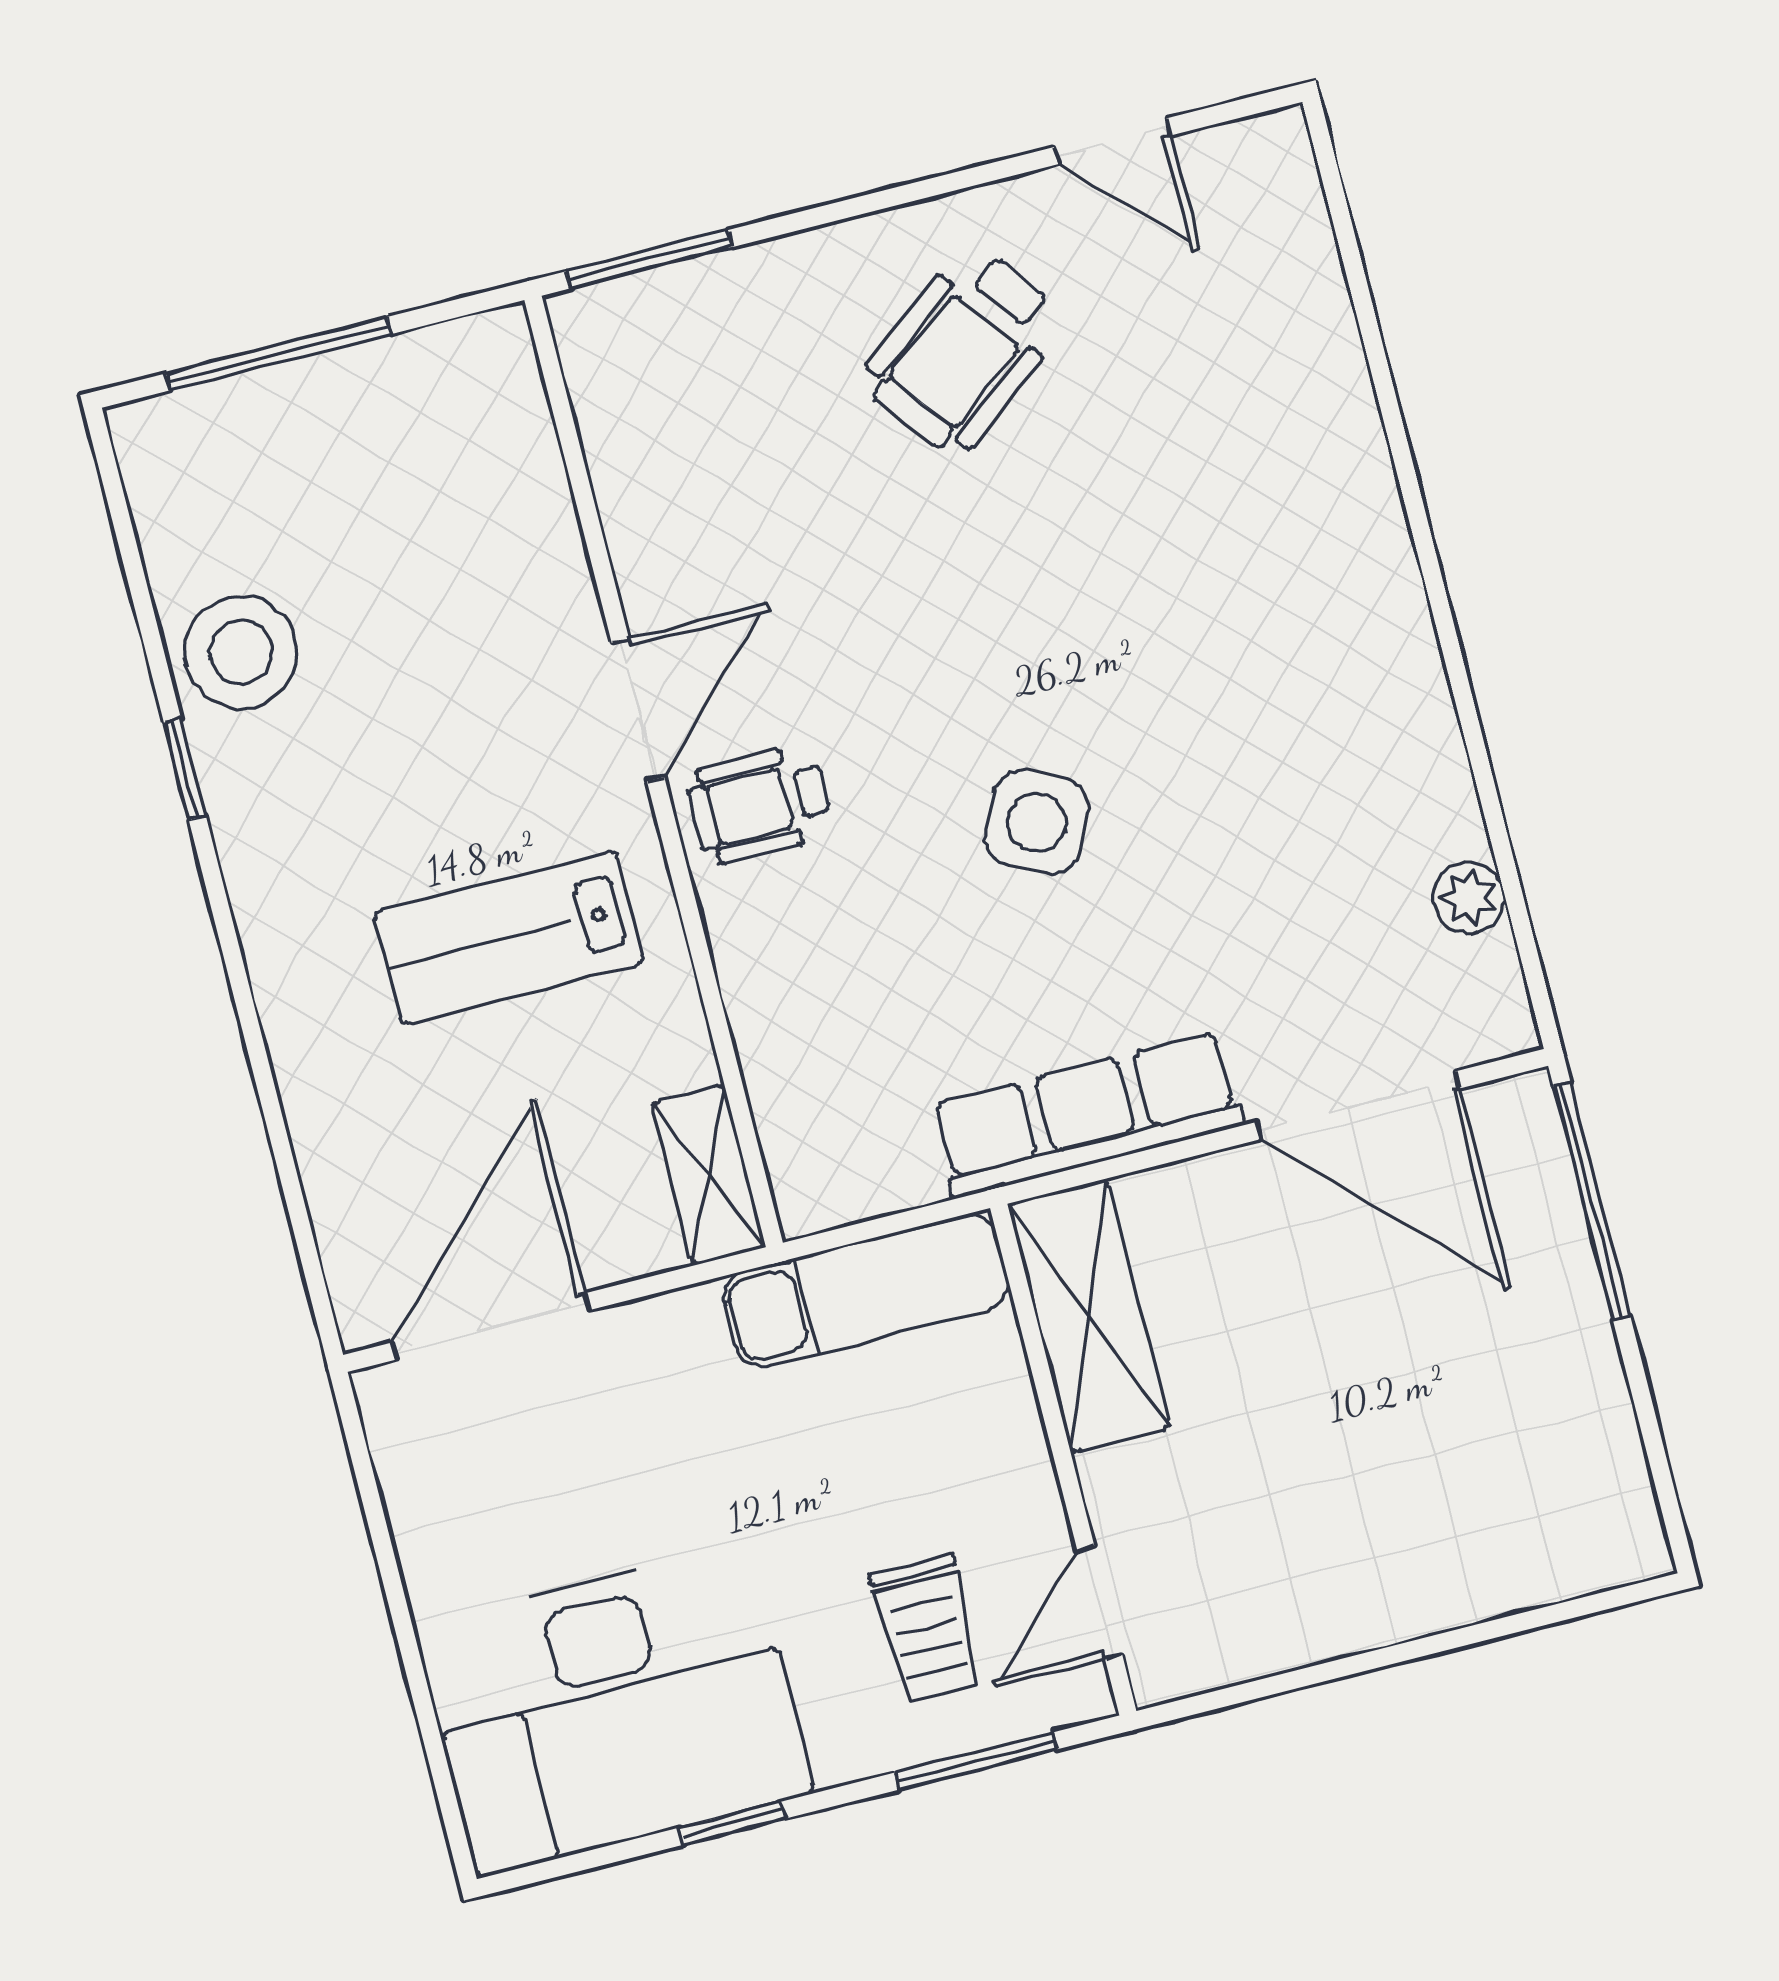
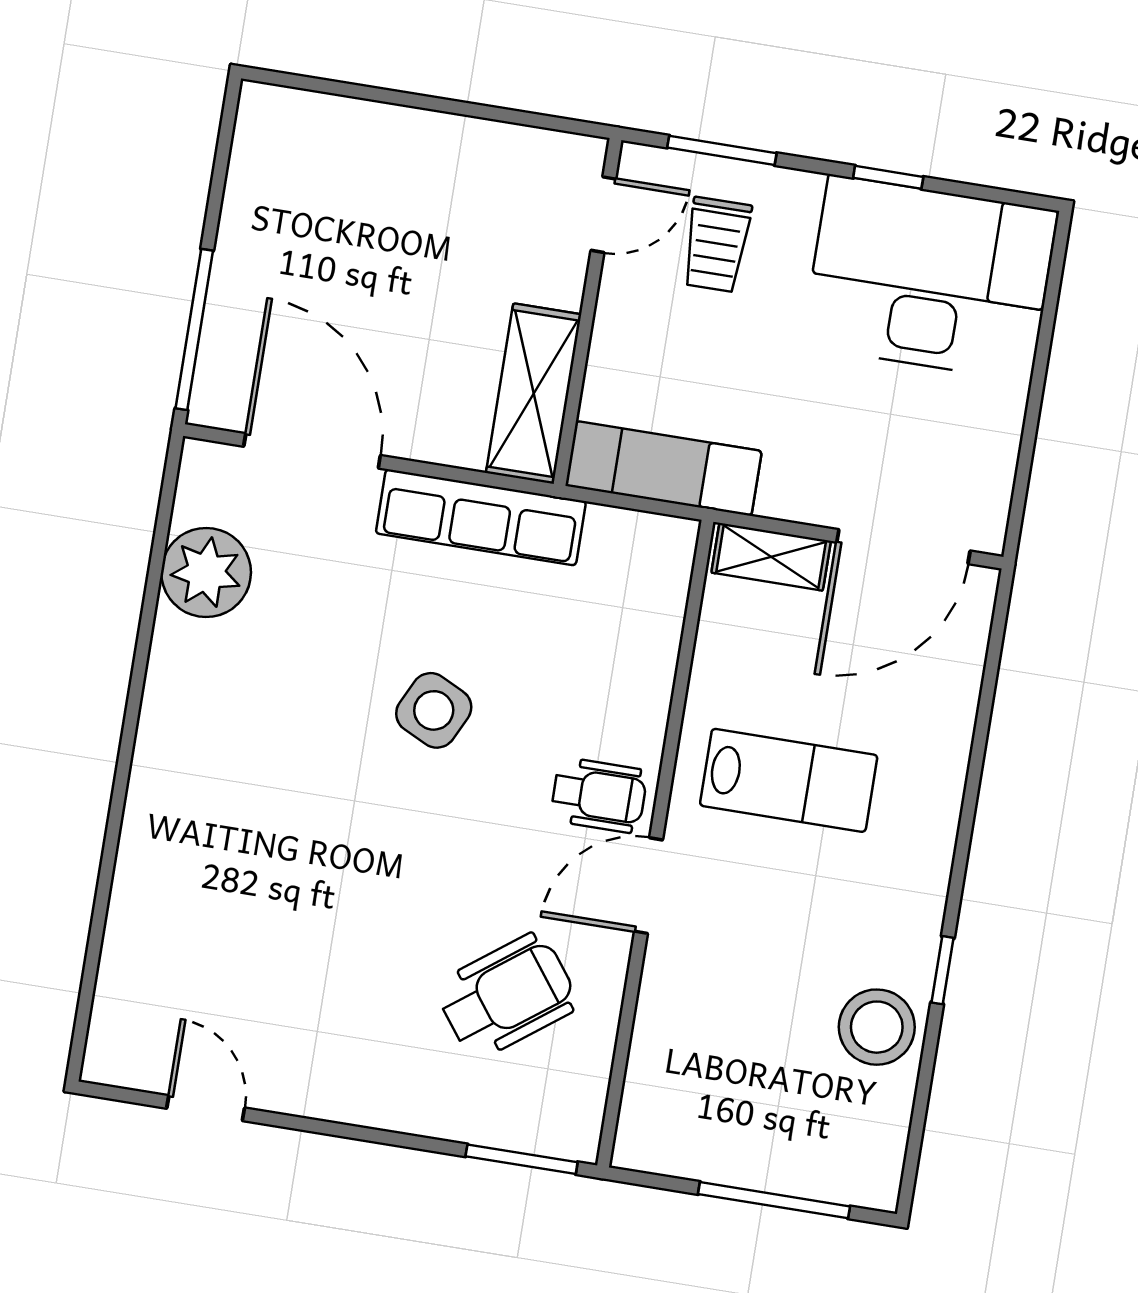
wheelchair: (964, 350) -> (507, 996), moved
plant: (1469, 898) -> (206, 572), width x1.88, depth x1.88
shelving: (708, 1175) -> (771, 557), moved, turned 90
trolley: (927, 1629) -> (716, 245), turned 180

